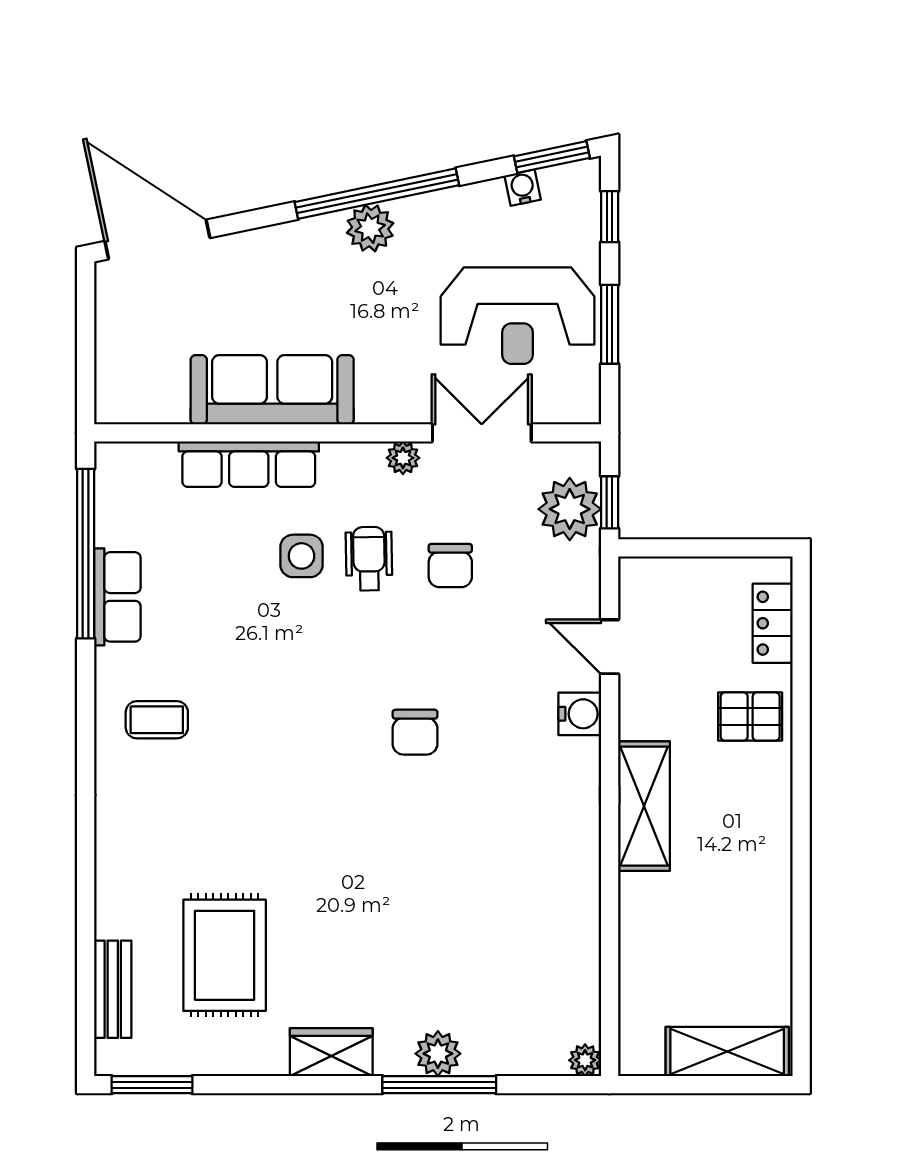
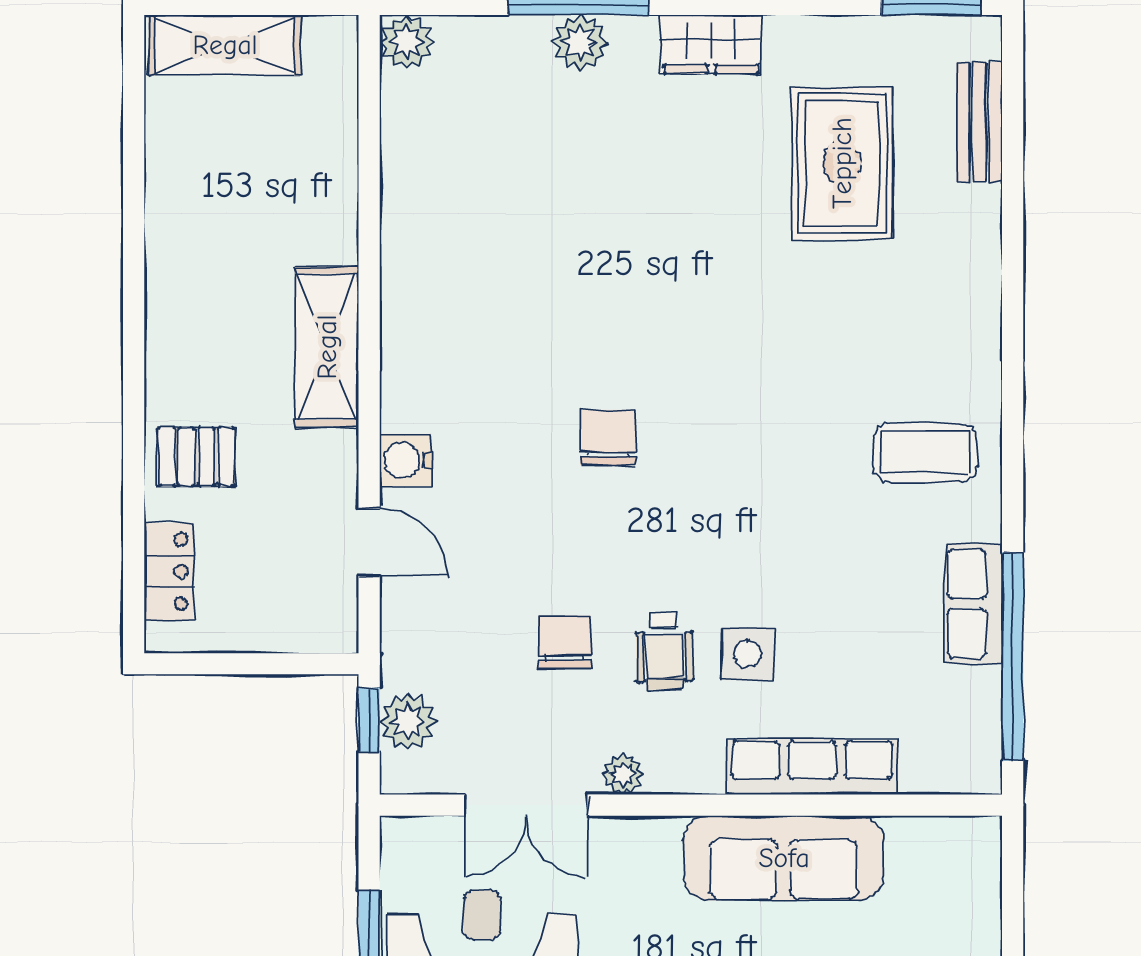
plant: (570, 509) -> (408, 722), width x0.73, depth x0.73
coffee table: (157, 720) -> (925, 453), width x1.36, depth x1.30
plant: (585, 1060) -> (407, 42), width x1.38, depth x1.38

